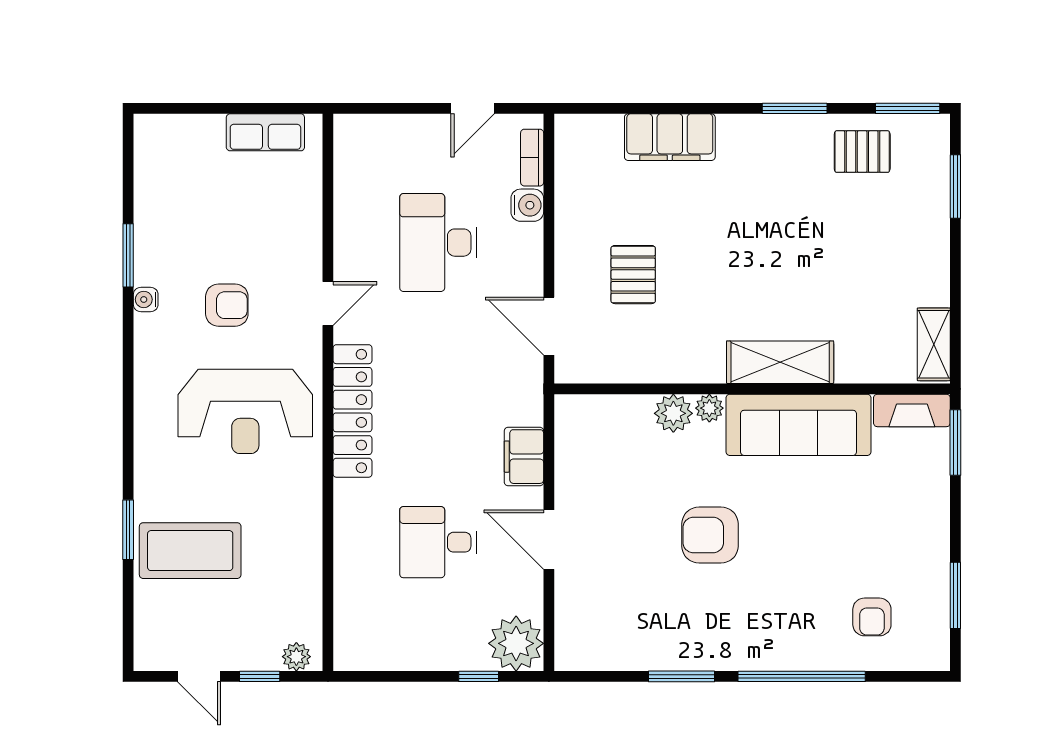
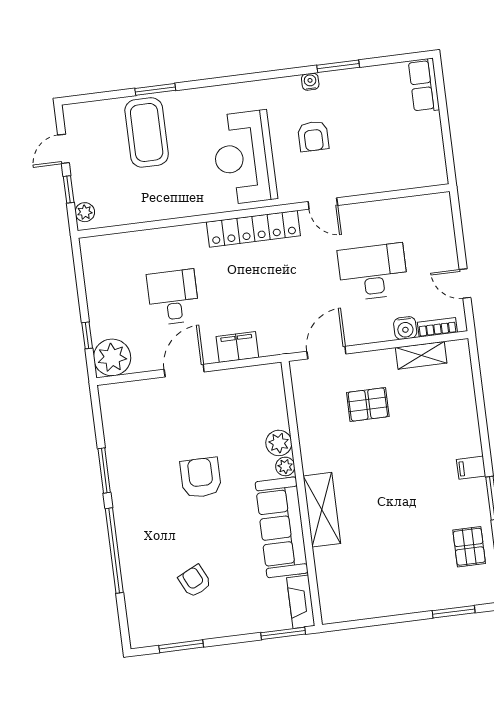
row of seats: (265, 132) -> (424, 85), moved
filing cabinet: (670, 137) -> (471, 468), moved, width x0.33, depth x0.86
shelving: (934, 344) -> (421, 355), moved
armchair: (872, 617) -> (195, 581), moved, turned 64

